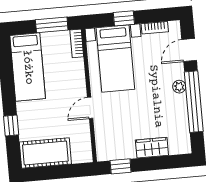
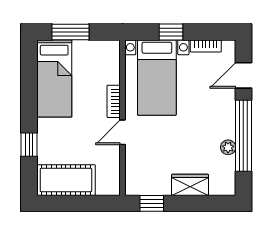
window: (52, 25) -> (70, 32), moved
bookcase: (77, 43) -> (114, 101), moved
plant: (179, 87) -> (228, 147), moved

